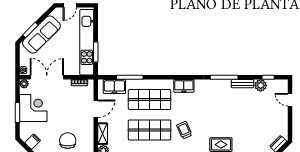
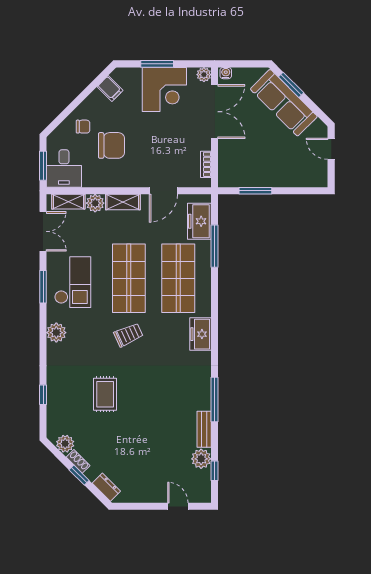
kitchen unit: (87, 42) -> (271, 176), removed
door: (290, 100) -> (178, 506), hinge flipped
door: (96, 109) -> (163, 191), hinge flipped

